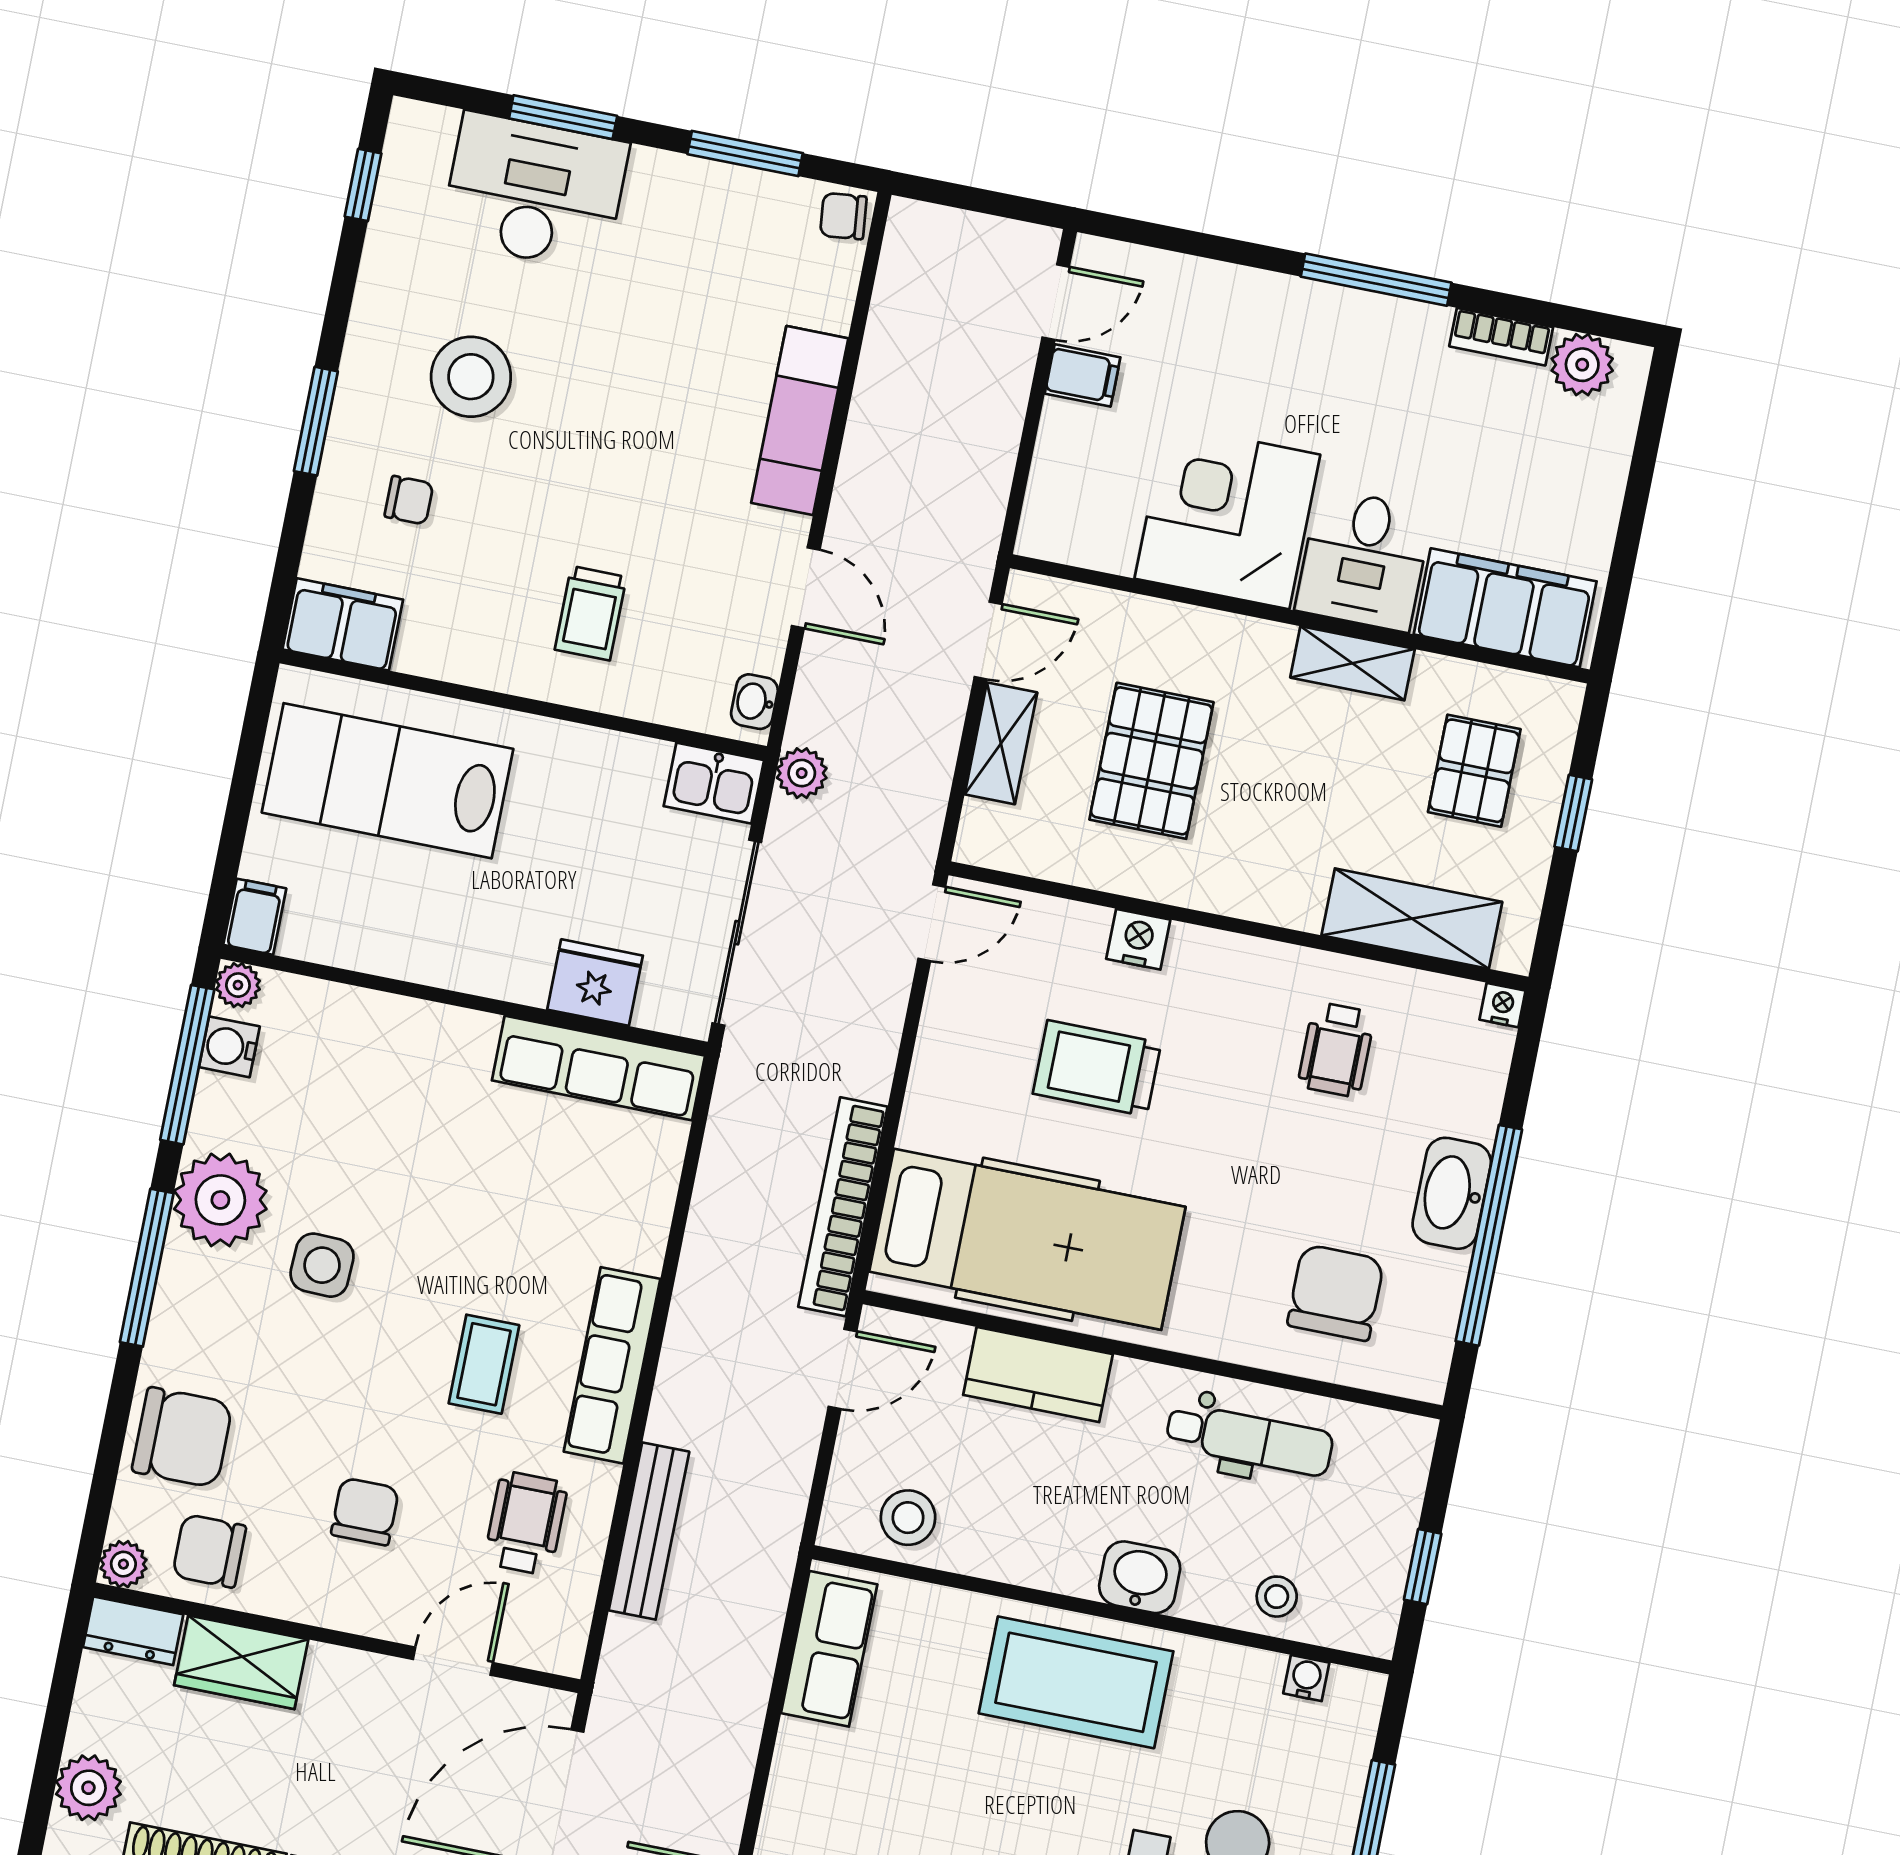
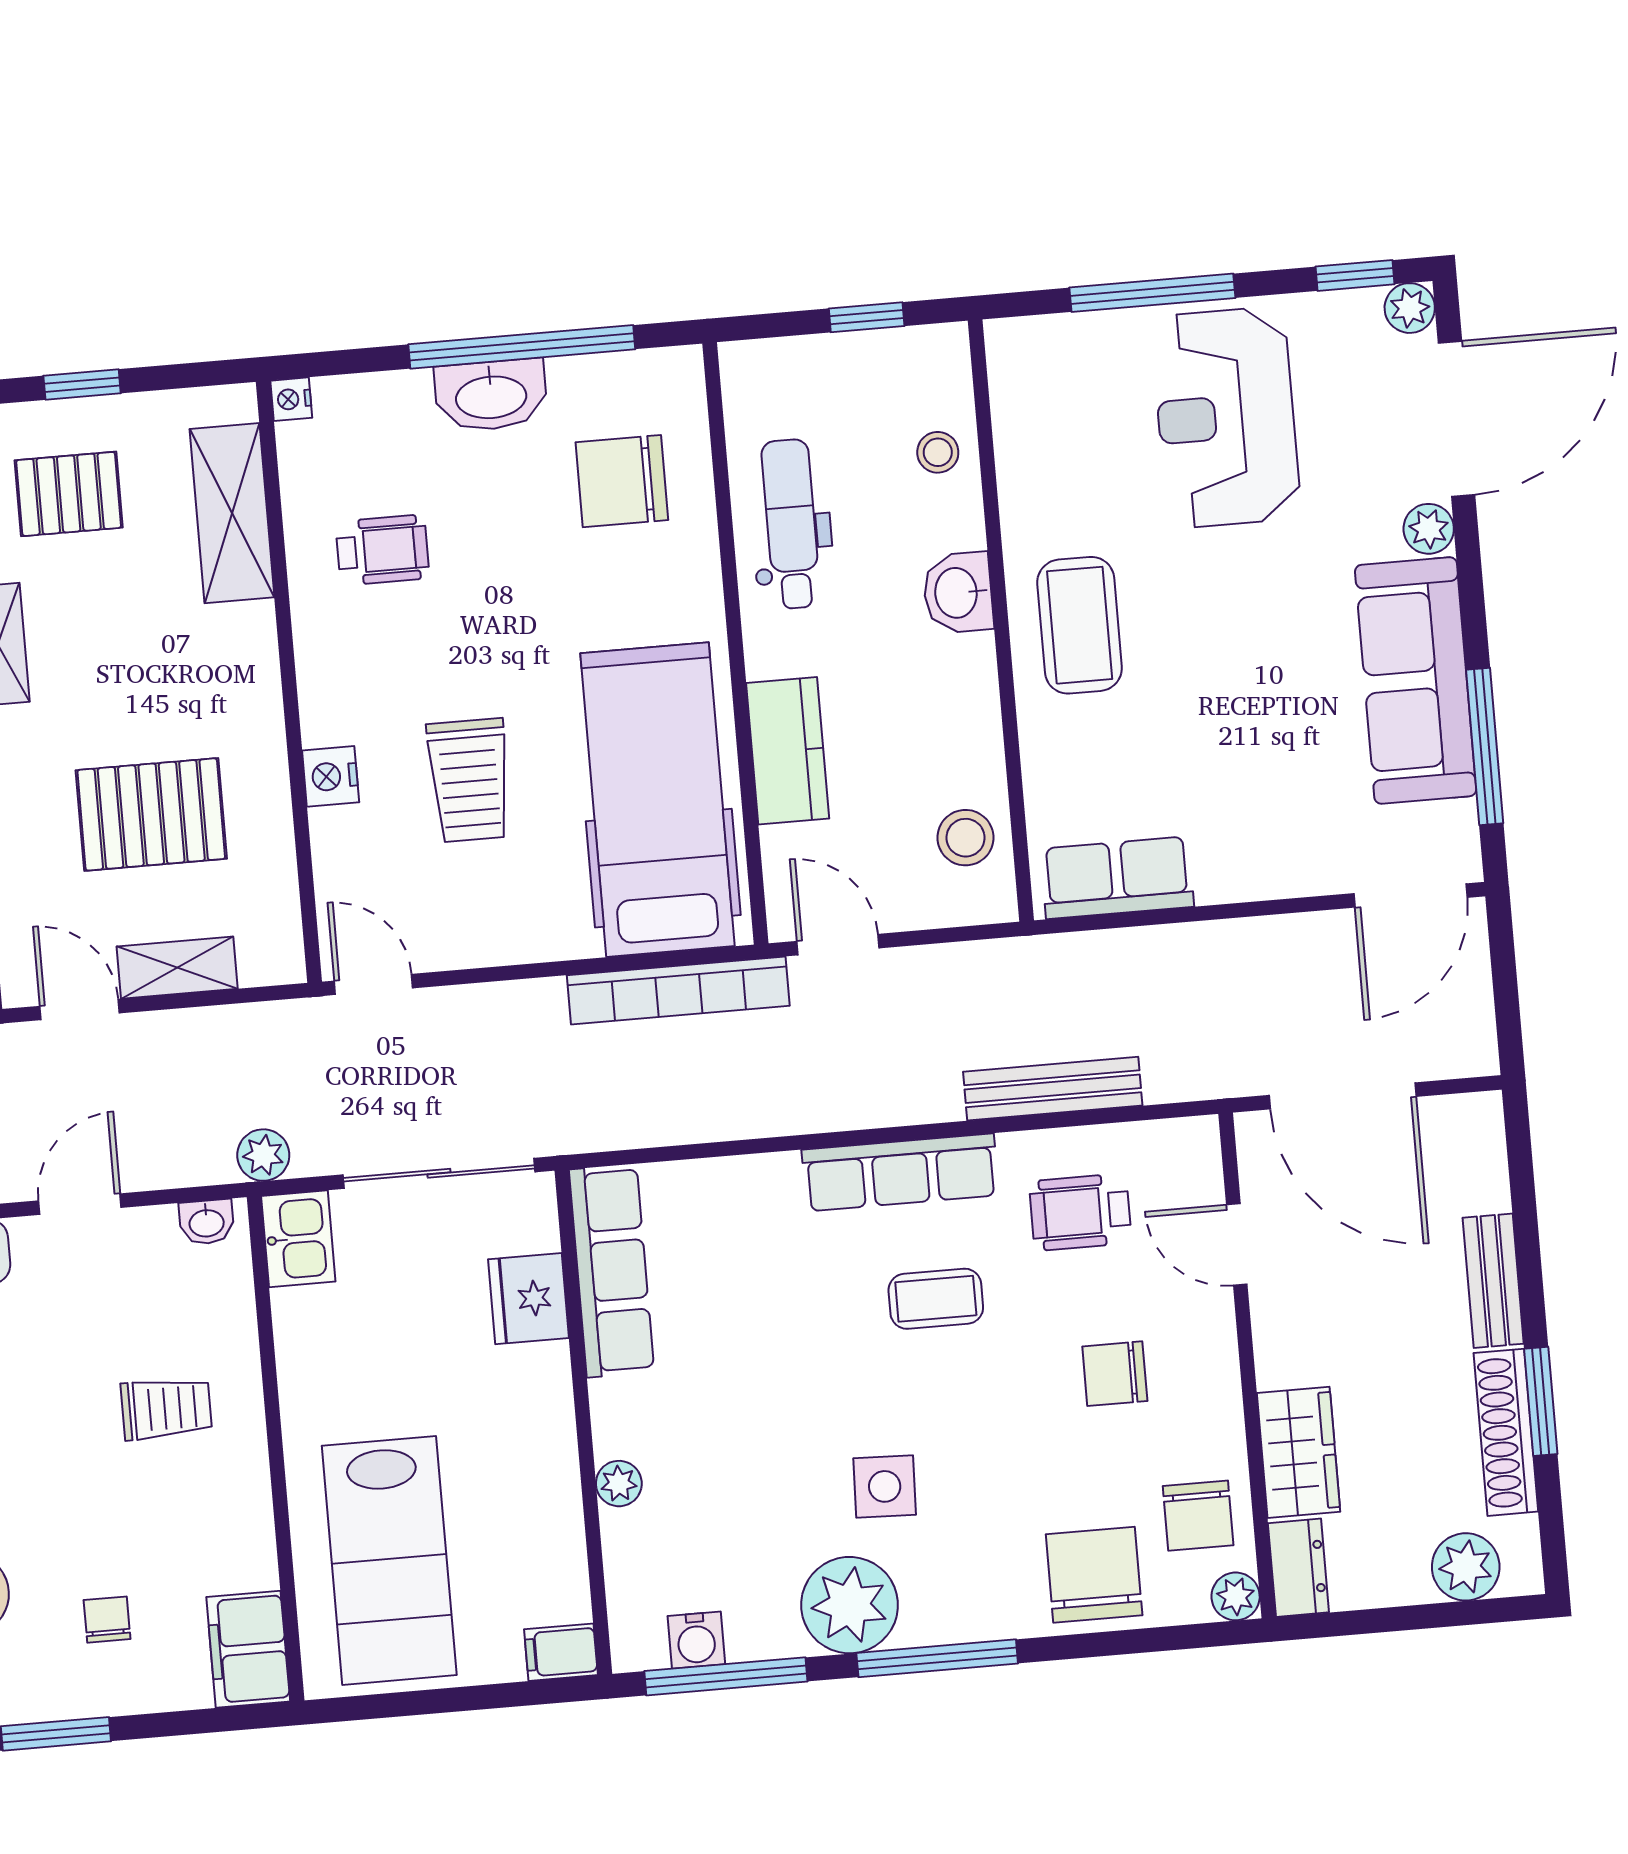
plant: (238, 985) -> (619, 1484), moved
water cooler: (1306, 1678) -> (1010, 400), removed
coffee table: (1076, 1682) -> (1080, 625), width x0.73, depth x0.76

